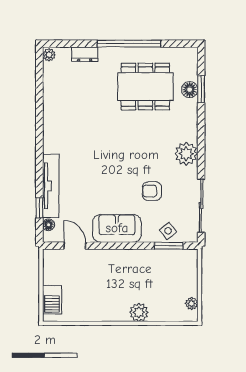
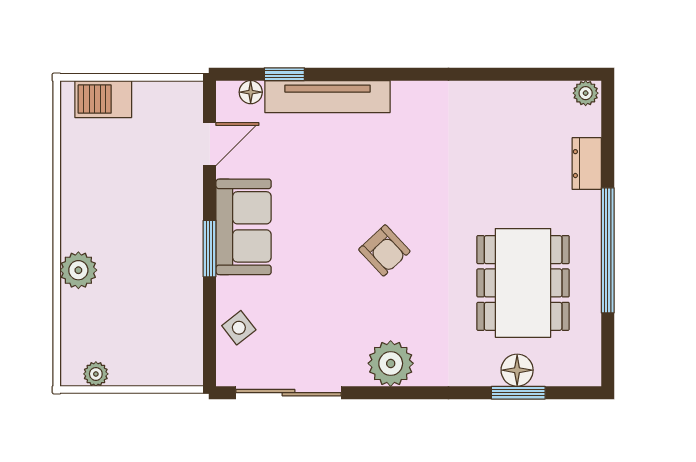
armchair: (152, 191) -> (384, 250), moved, turned 137
window: (169, 246) -> (210, 249), moved

